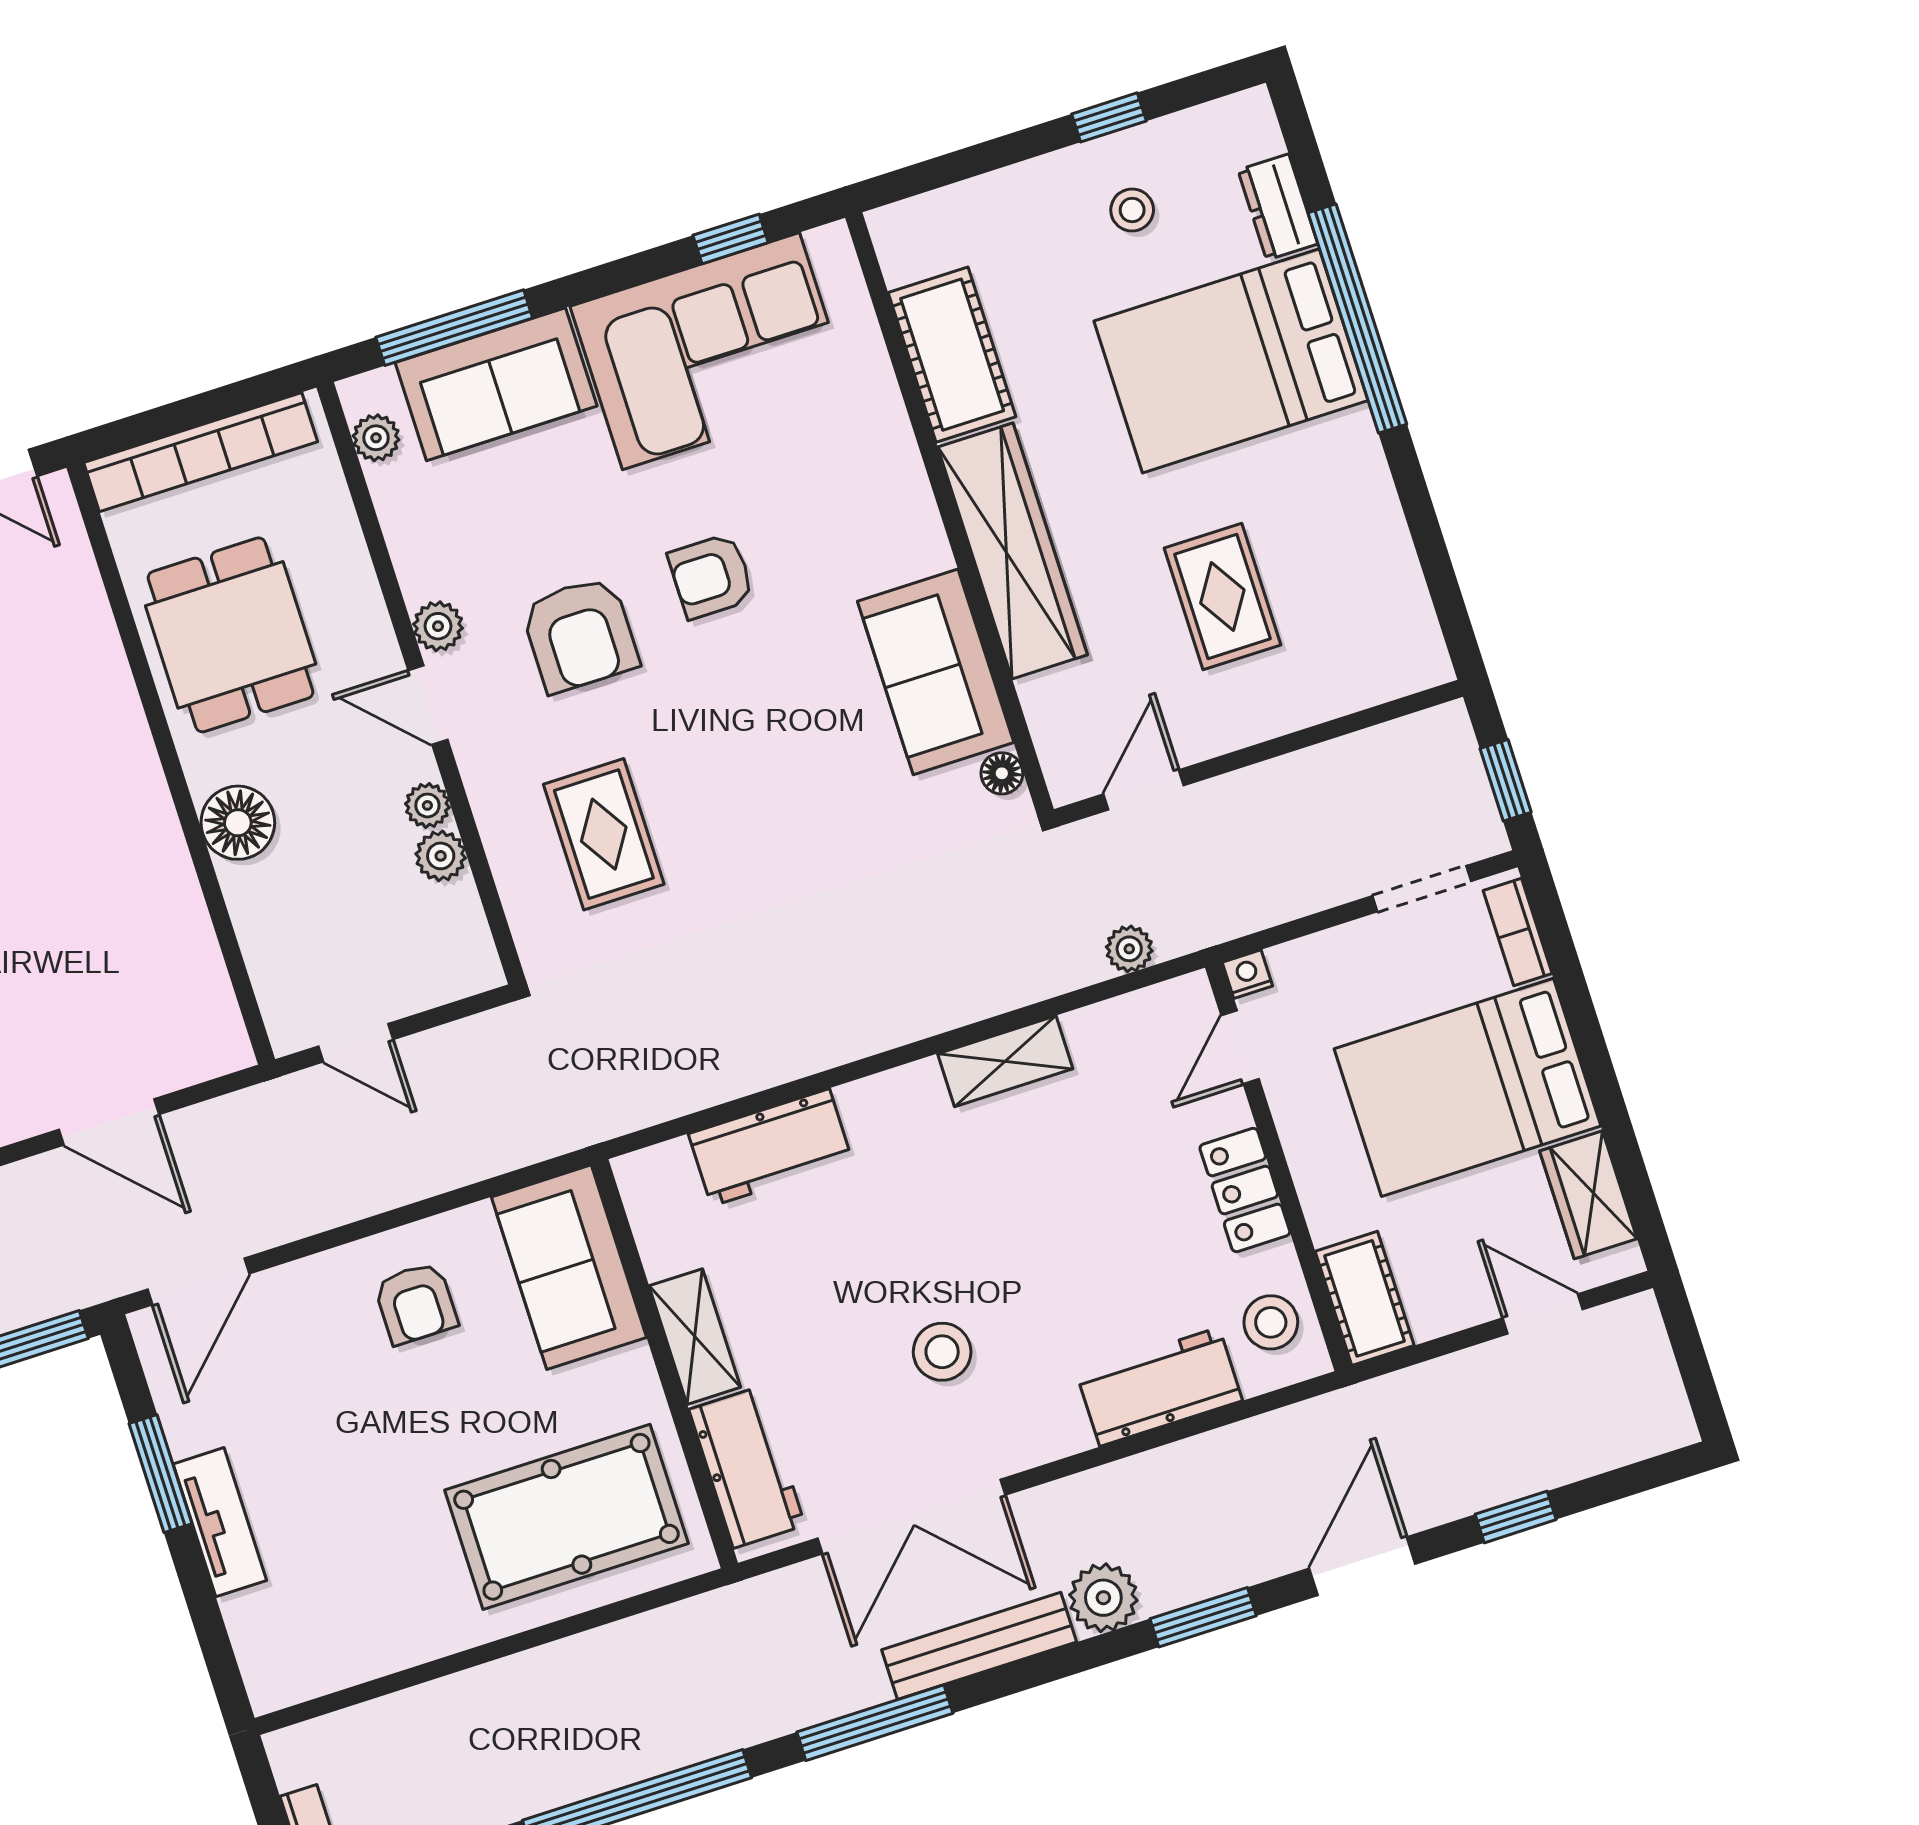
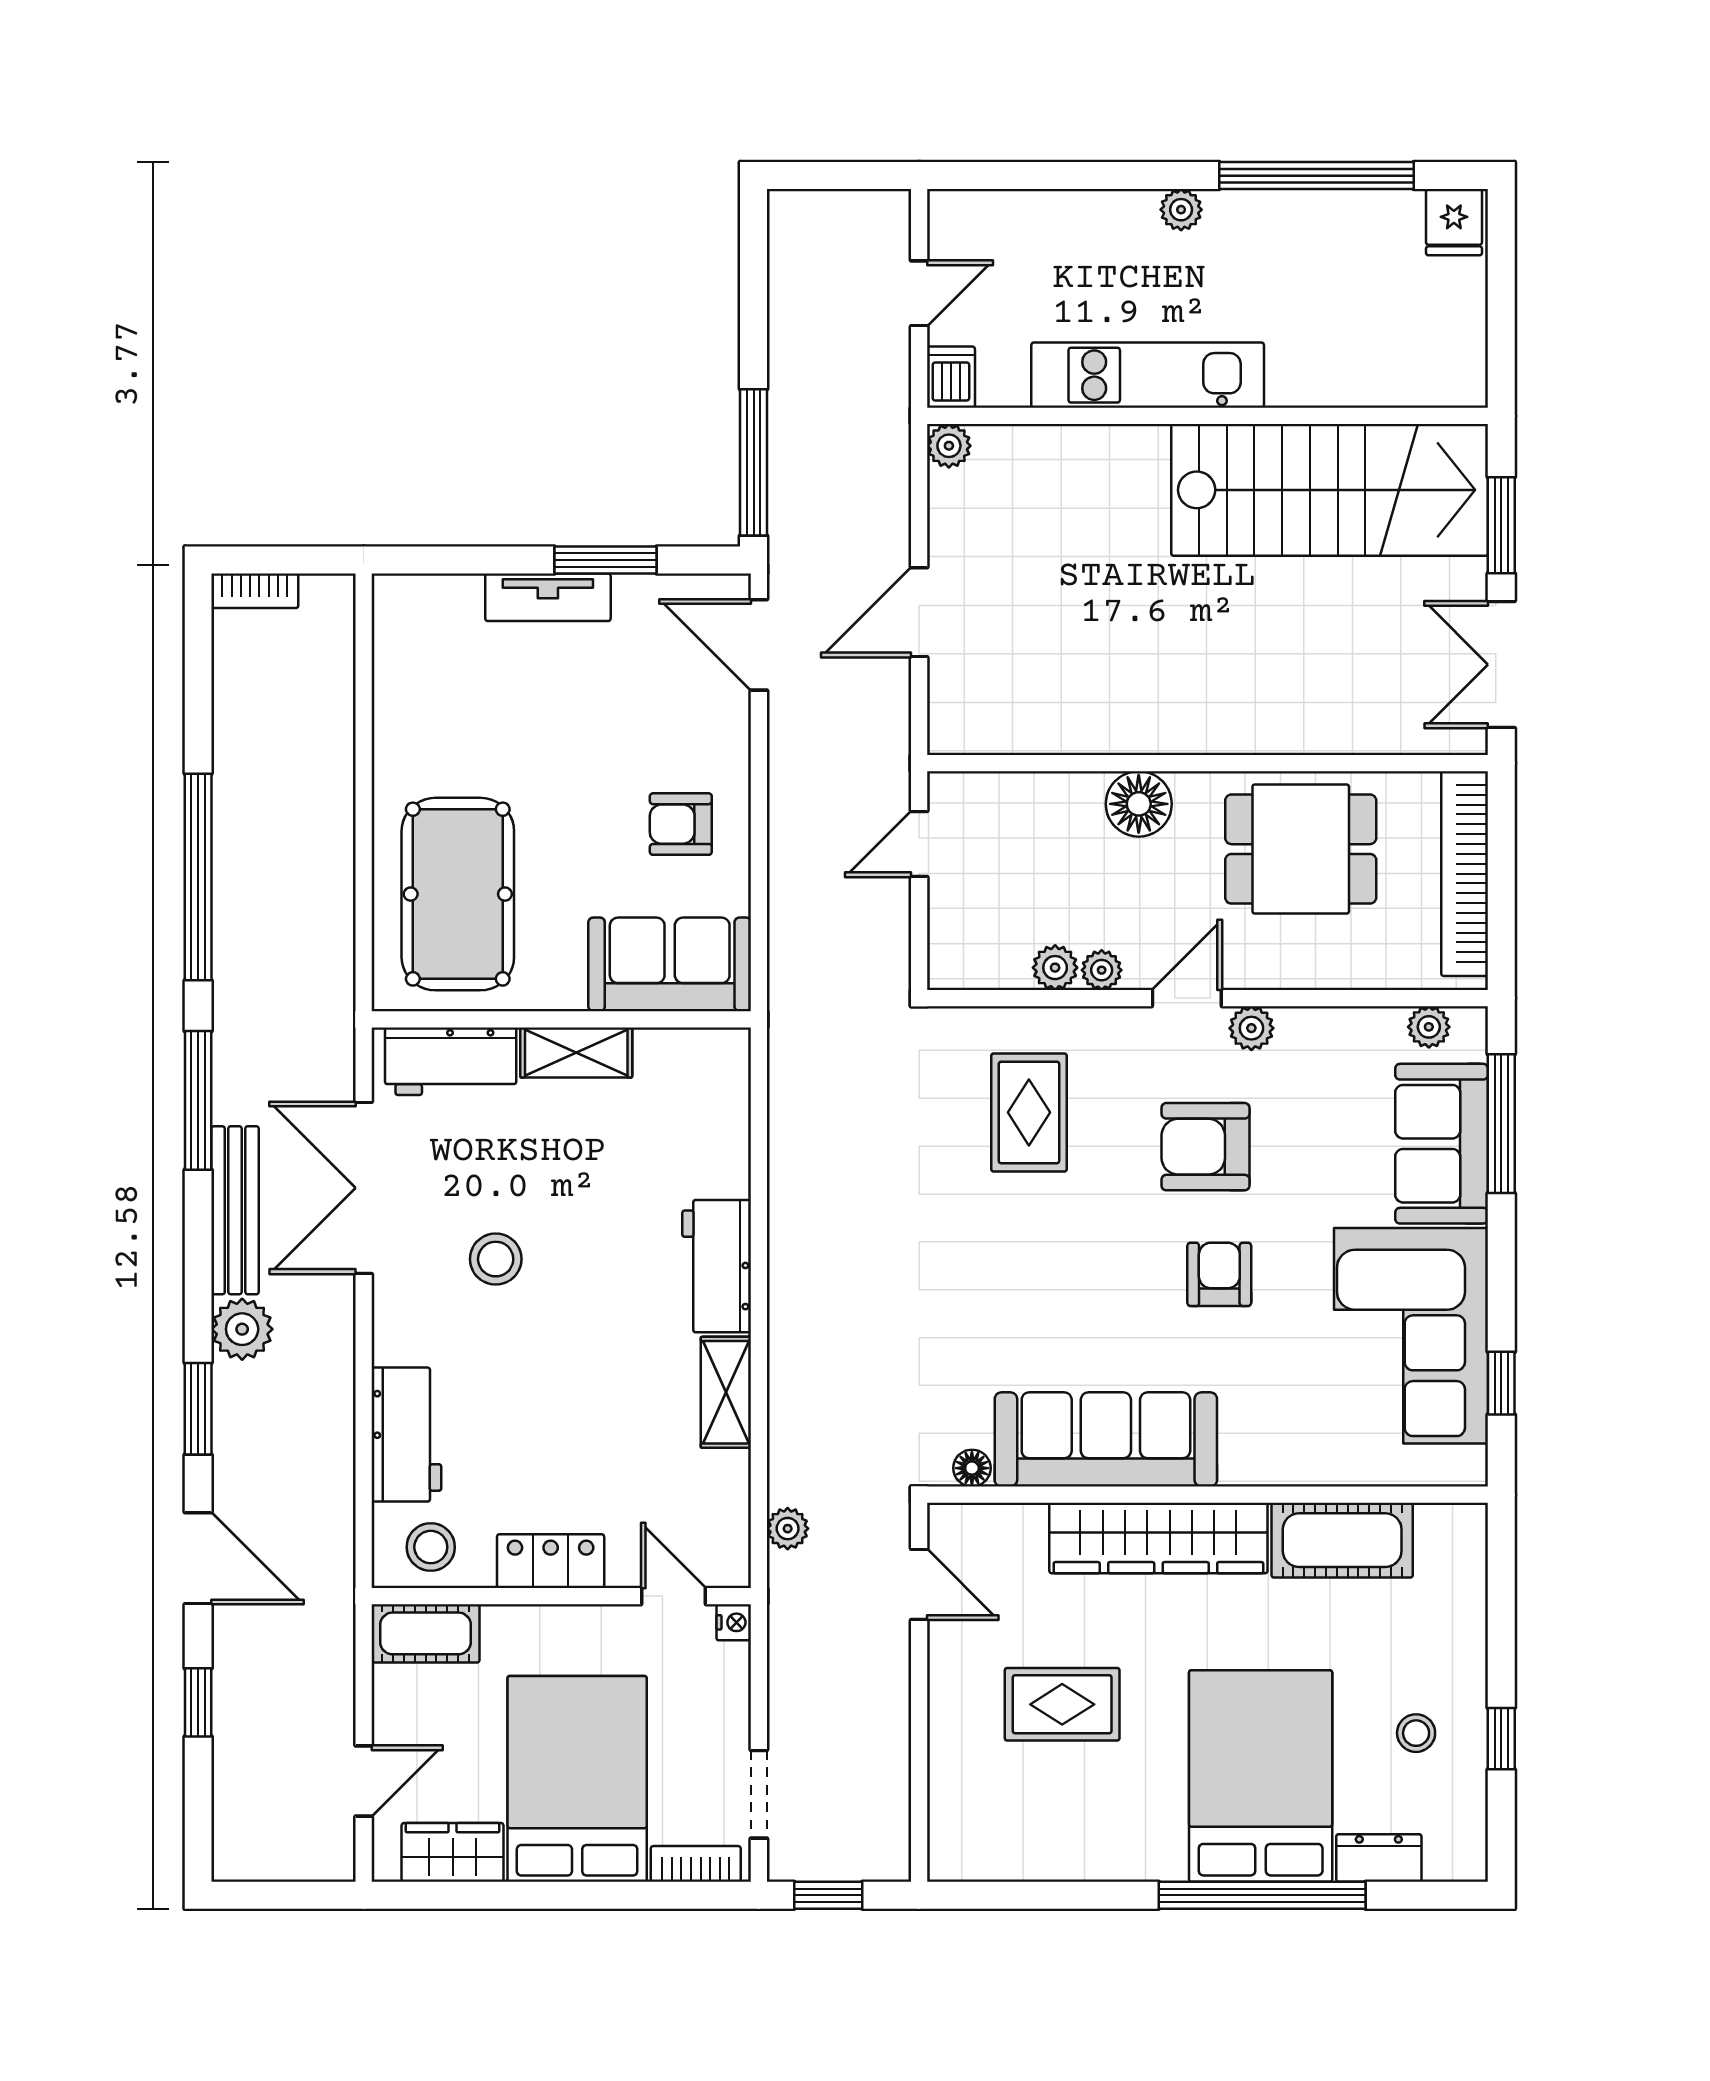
sofa: (936, 672) -> (1106, 1439), width x1.36
rug: (604, 834) -> (1029, 1112), turned 90
workbench: (770, 1147) -> (717, 1266), moved

